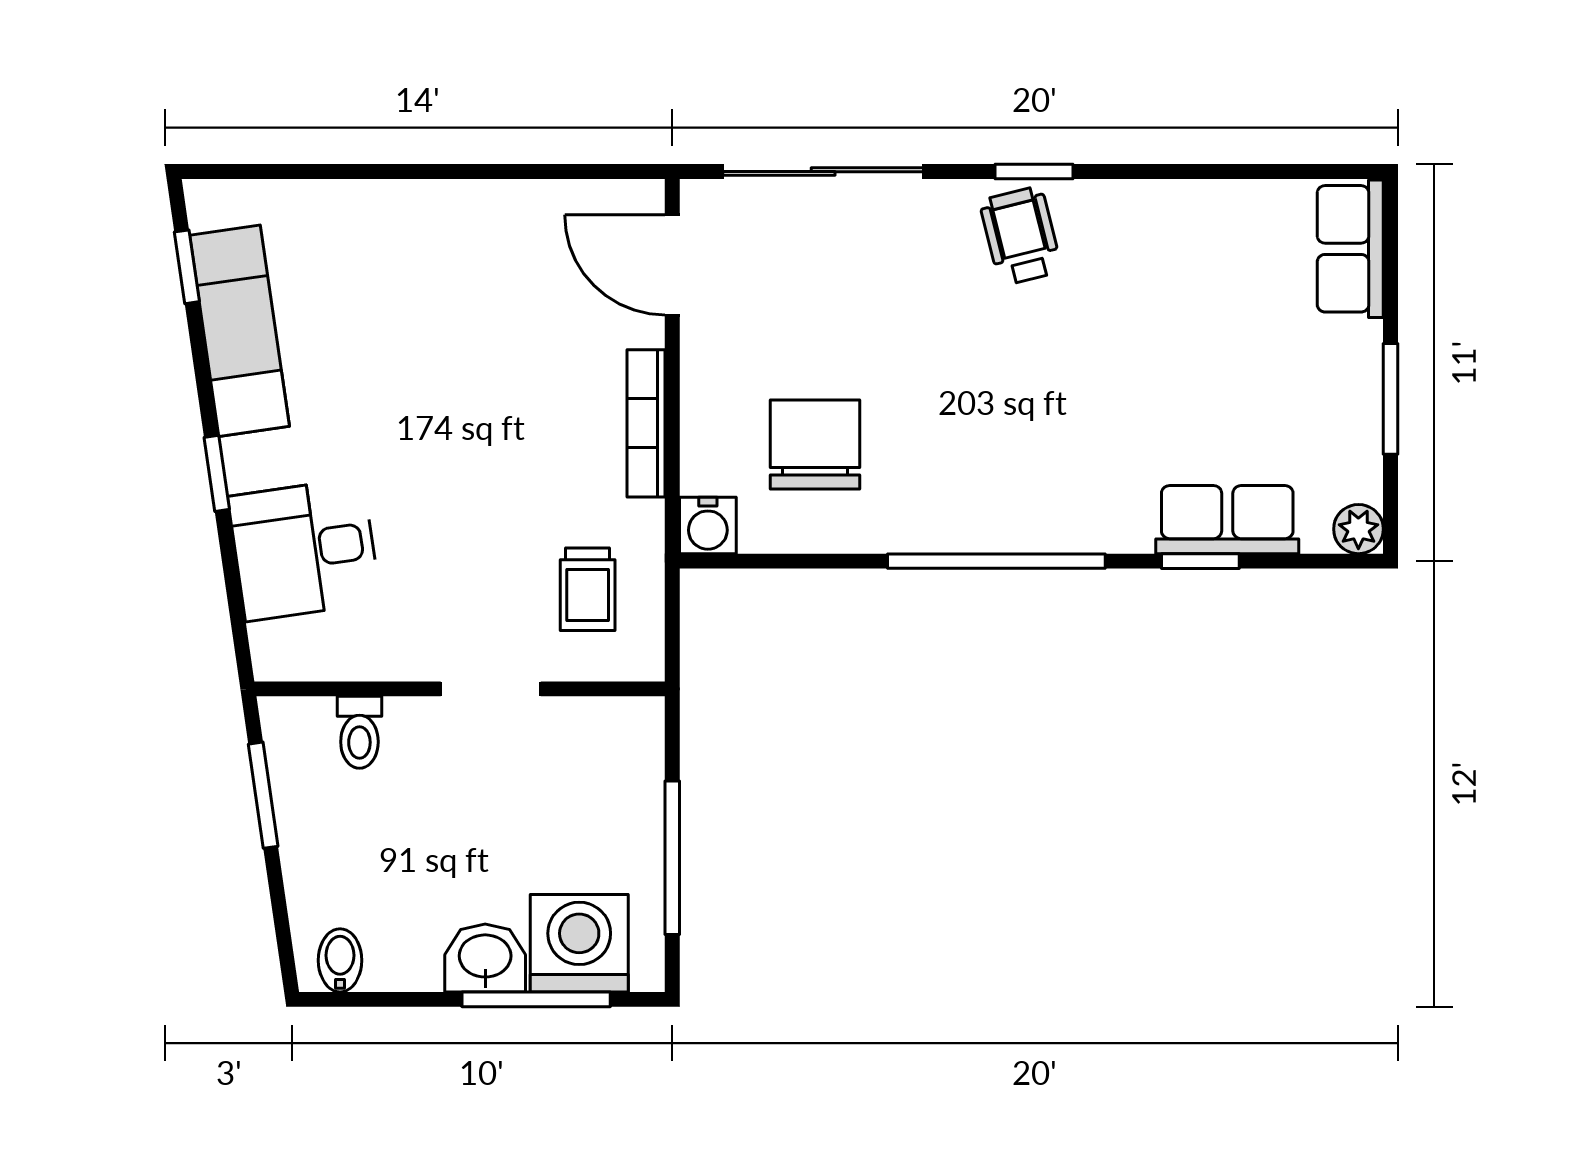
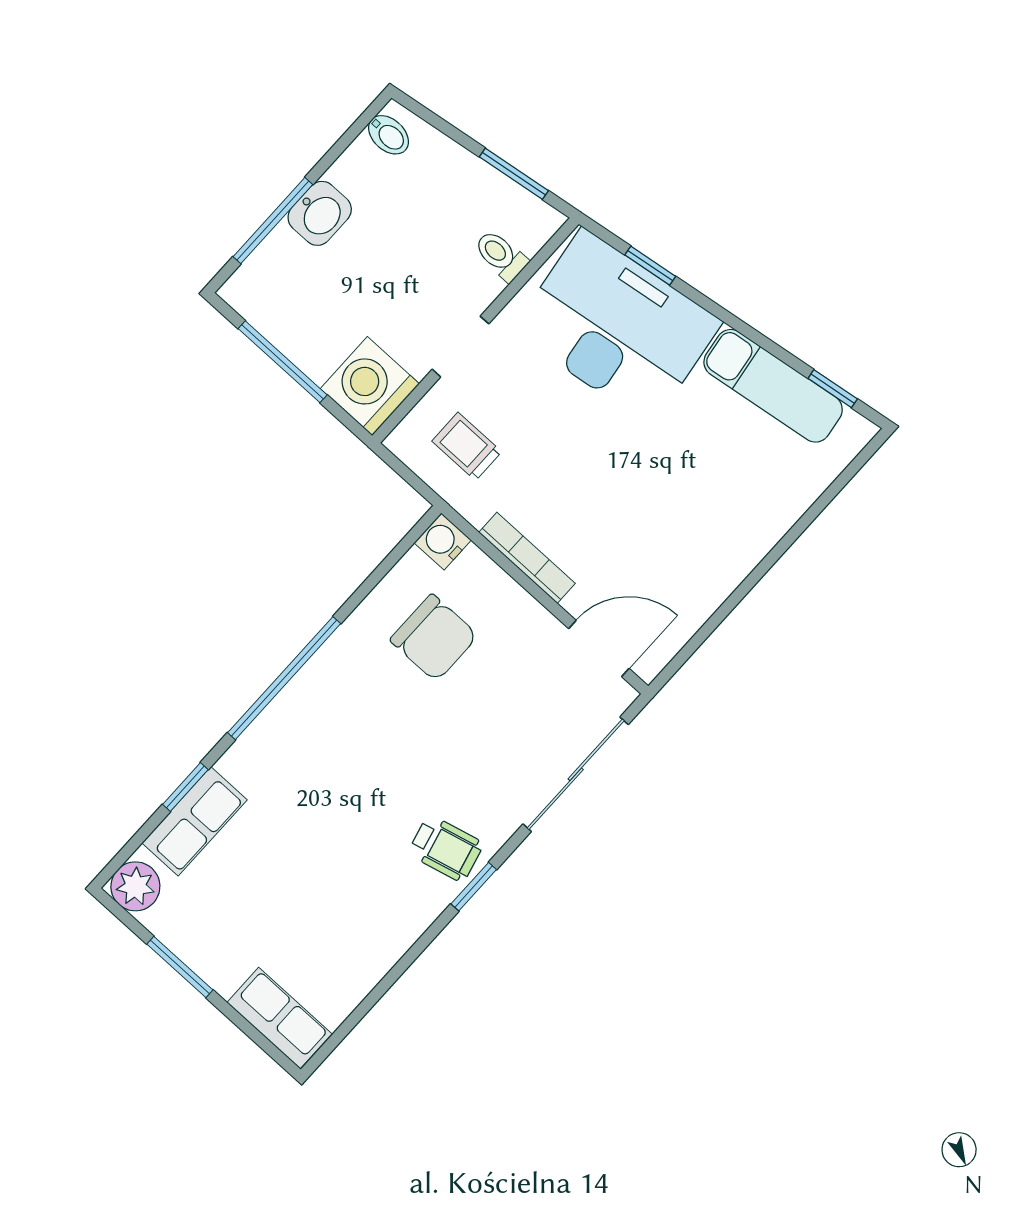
window: (217, 473) -> (650, 266), moved
plant: (1358, 529) -> (135, 886), width x1.38, depth x1.38
desk: (304, 549) -> (617, 327), width x1.87, depth x1.30
washing machine: (579, 943) -> (370, 386), moved, turned 180

